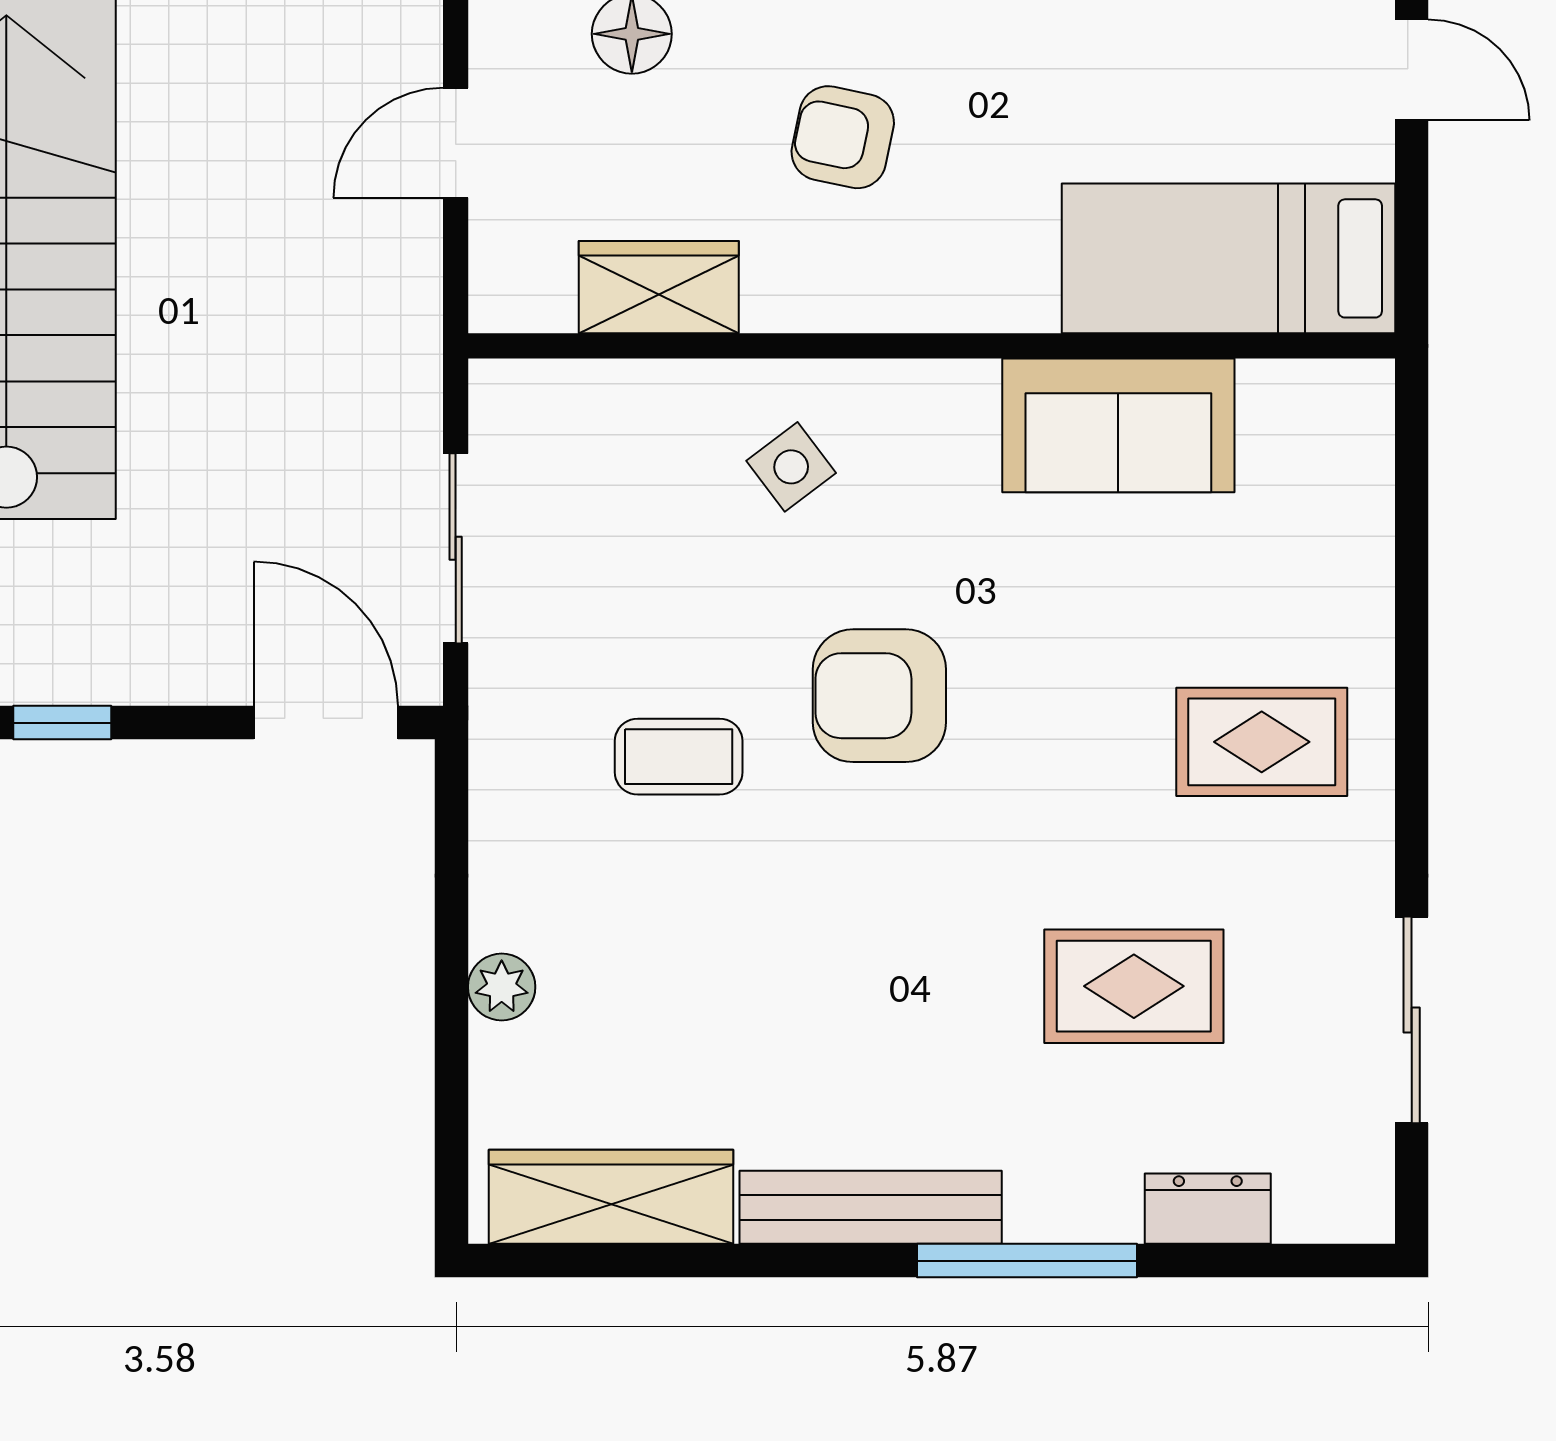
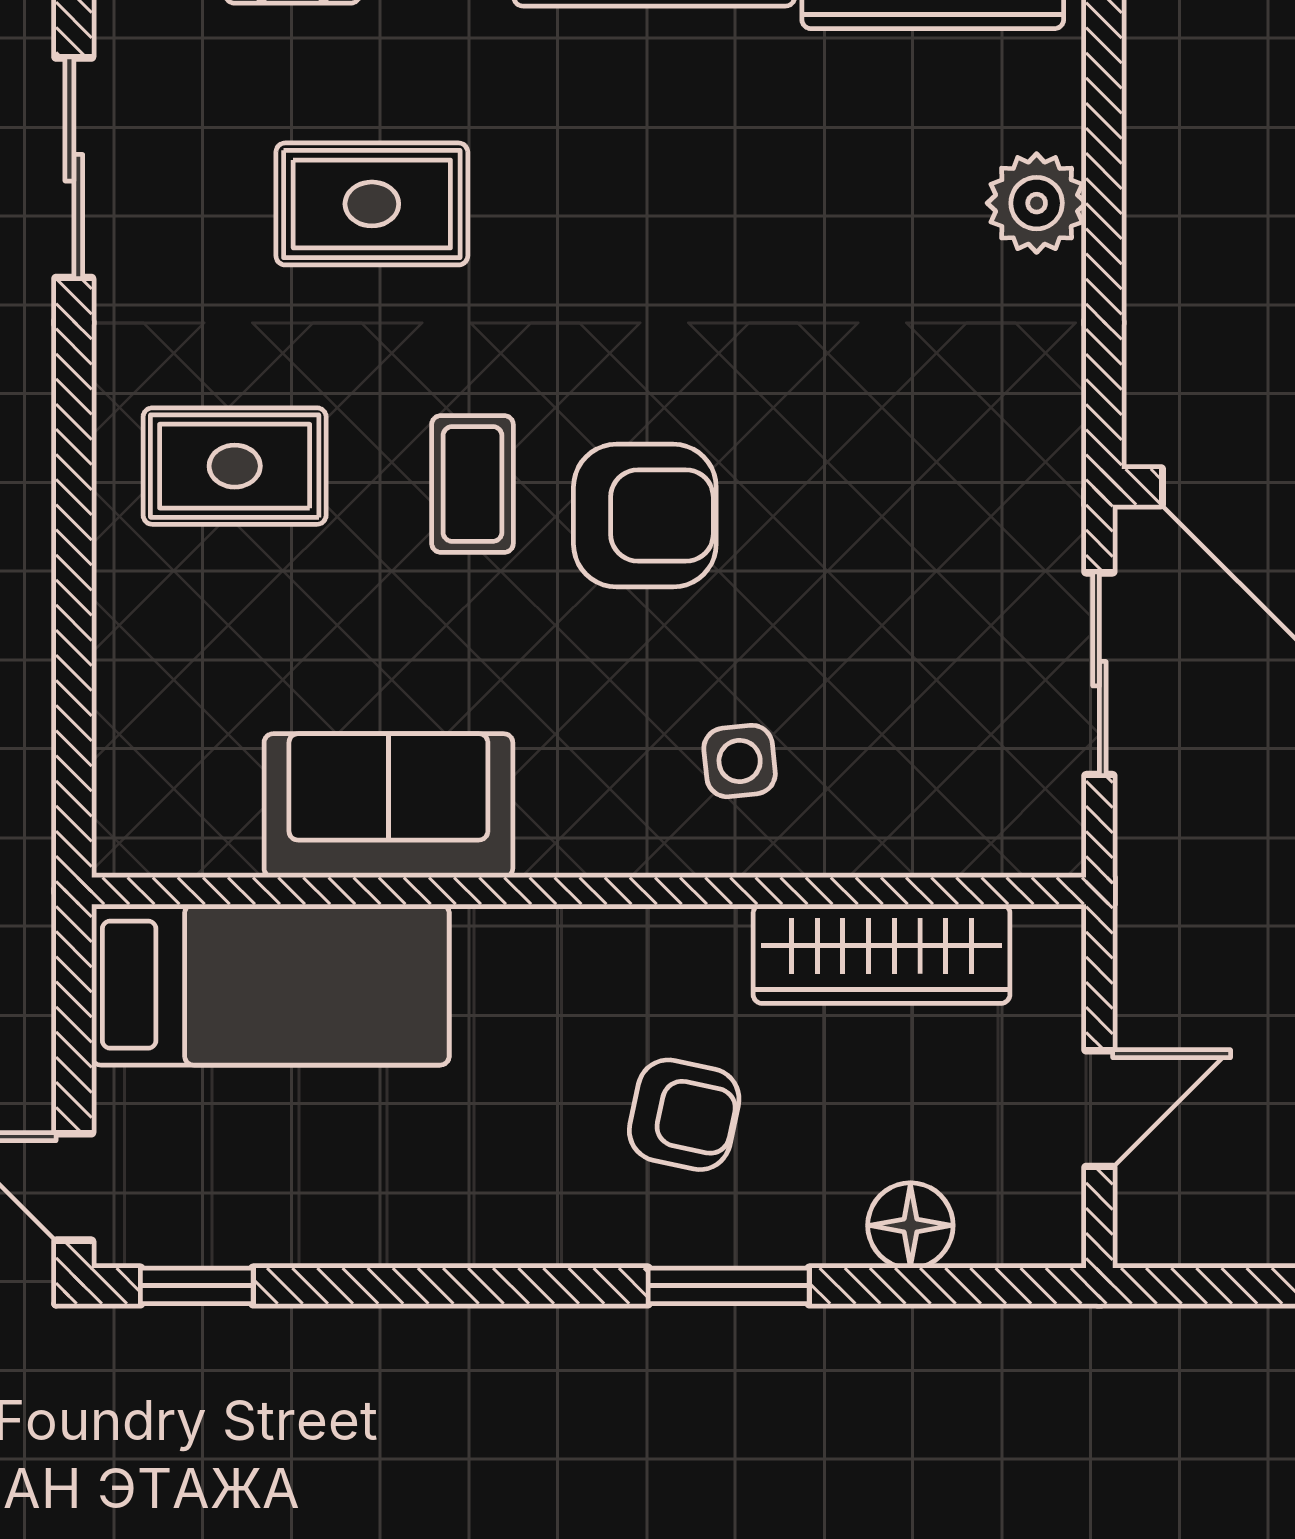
wardrobe: (659, 287) -> (882, 954), width x1.50
side table: (791, 467) -> (740, 761), turned 31
coffee table: (679, 757) -> (472, 484), moved, turned 90
plant: (502, 987) -> (1037, 203), width x1.38, depth x1.38

